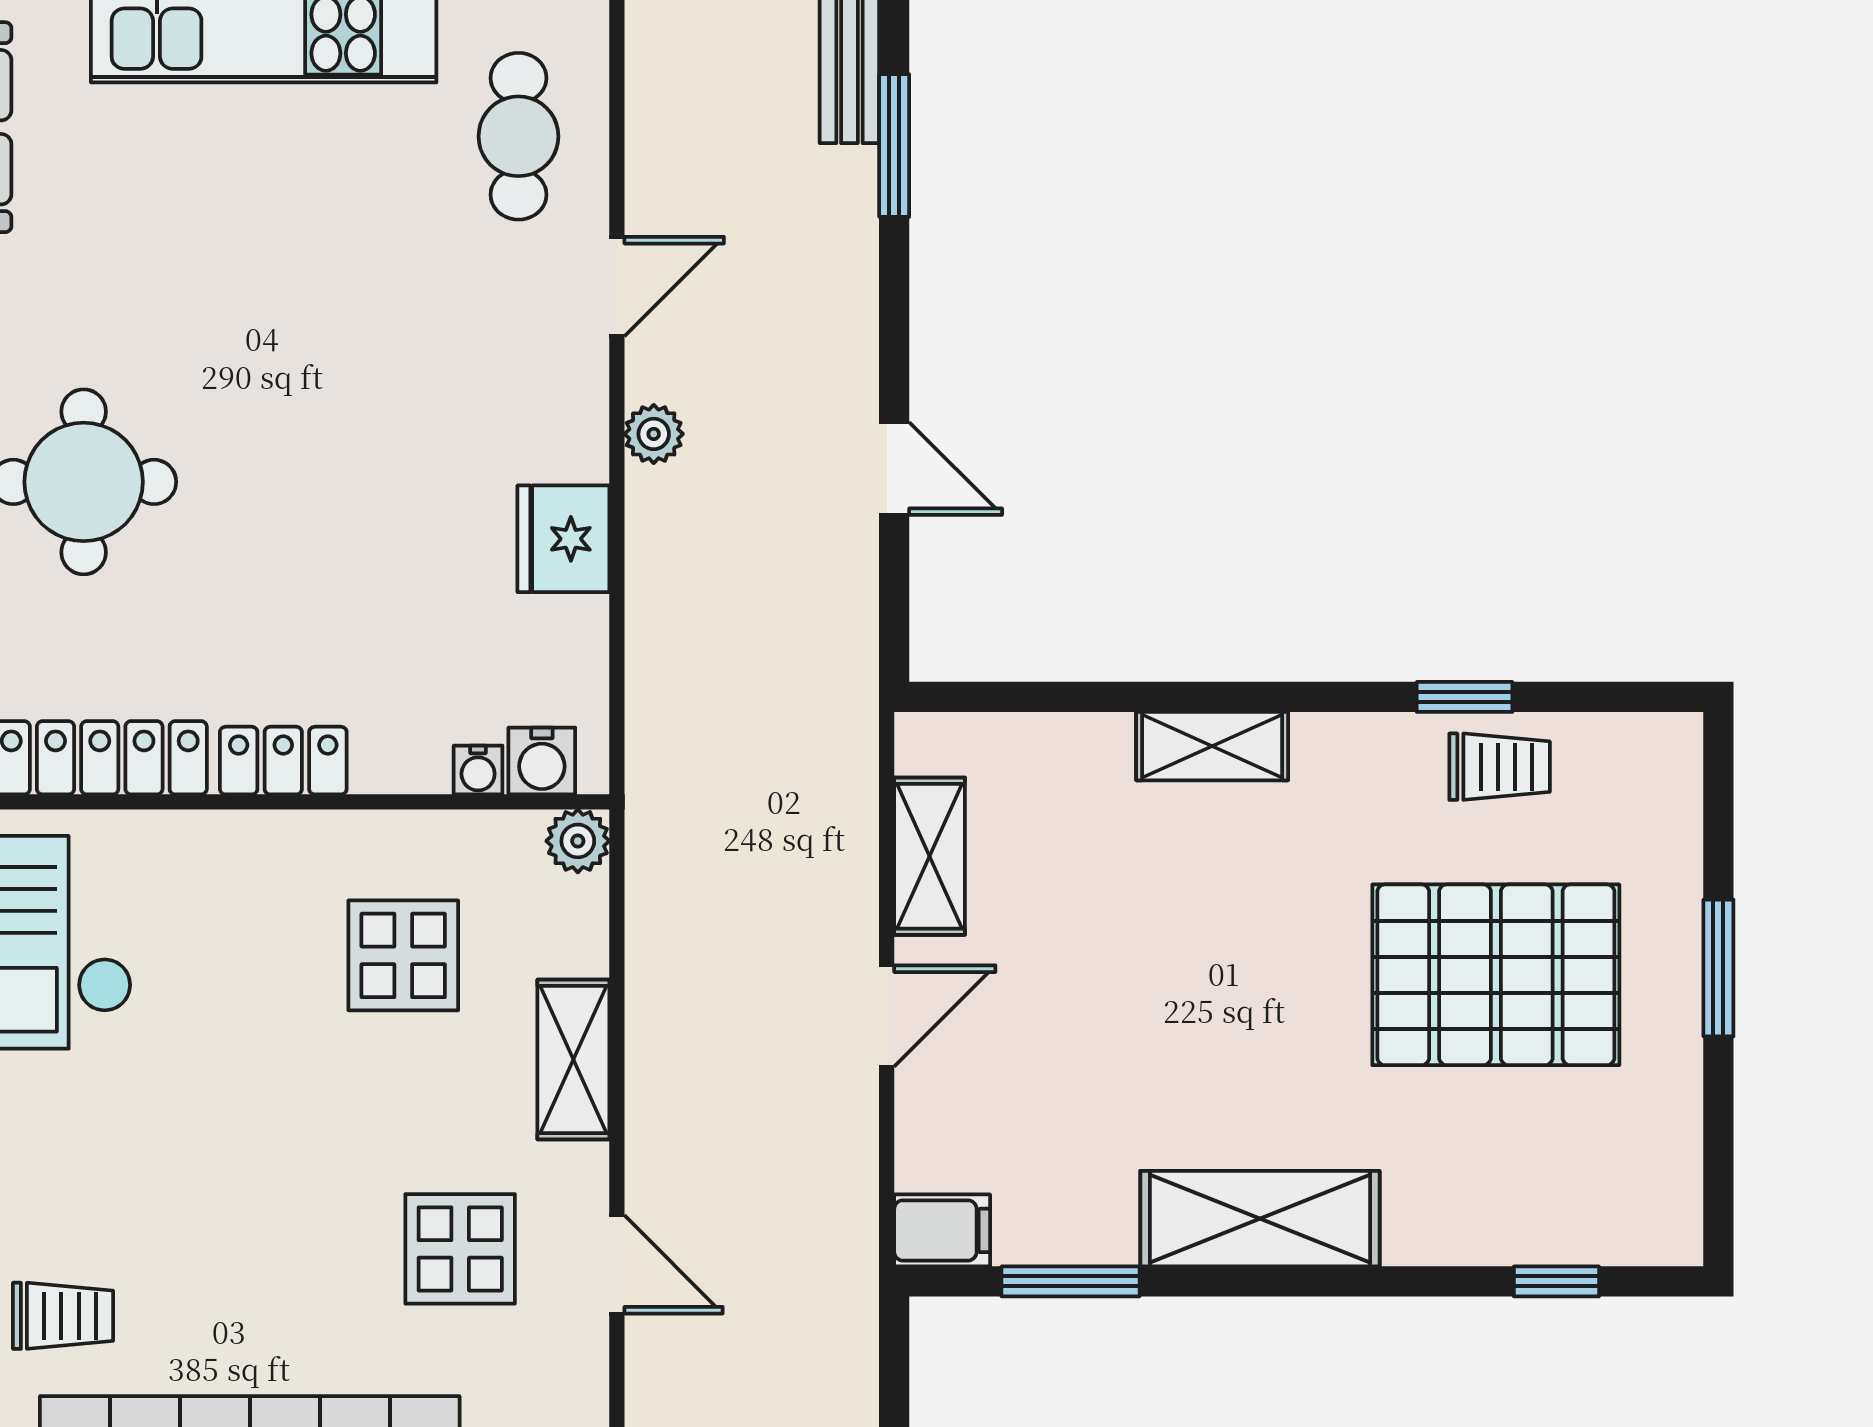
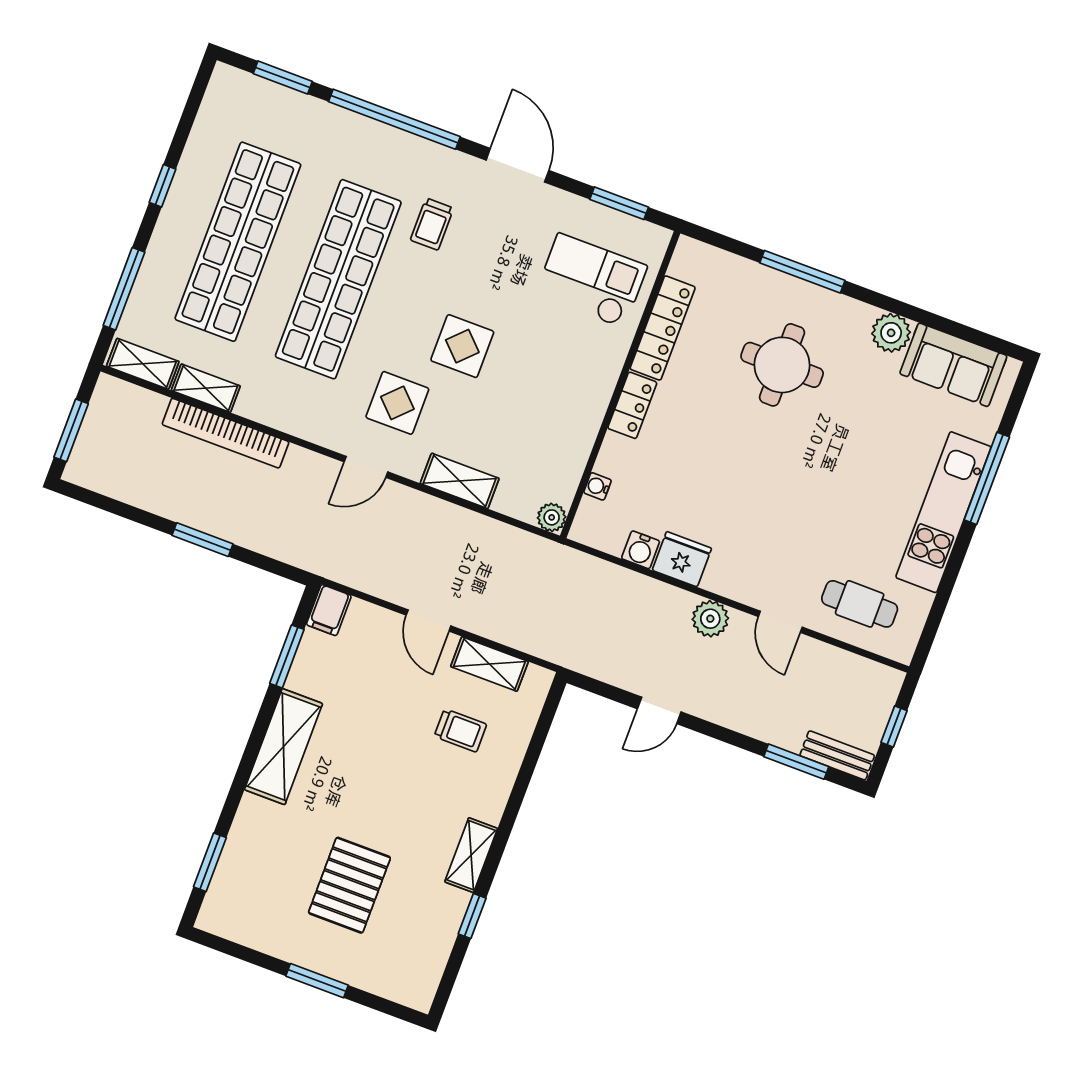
plant: (654, 434) -> (710, 619), width x1.38, depth x1.38
shelving: (1212, 746) -> (471, 855), moved
water cooler: (542, 761) -> (641, 550), moved, turned -90
trolley: (1500, 767) -> (460, 730), moved, turned -90
display table: (403, 955) -> (462, 346), moved
pallet: (1496, 975) -> (349, 885), width x0.73, depth x0.71
window: (1556, 1281) -> (210, 862), width x1.50

